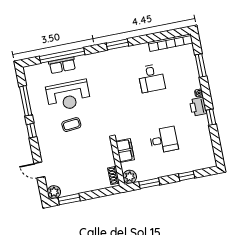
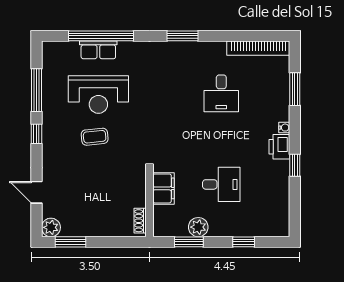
plant: (130, 177) -> (198, 227), moved

